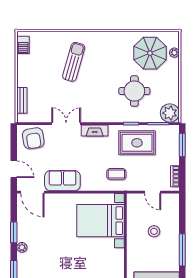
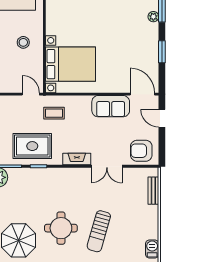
round table: (134, 91) -> (61, 228), moved
armchair: (33, 138) -> (141, 151), turned -81
door: (153, 192) -> (31, 94), moved
stool: (154, 231) -> (23, 42), moved
plant: (22, 247) -> (153, 17), moved

